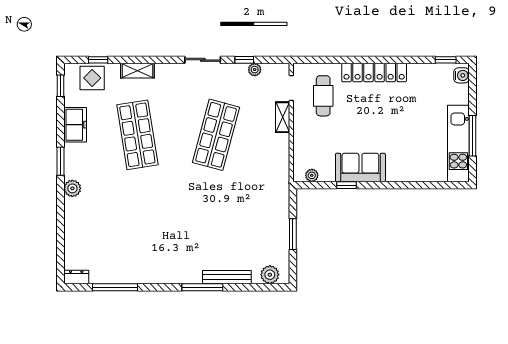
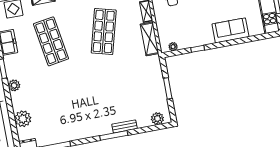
shelving: (280, 158) -> (150, 39), added
sofa: (360, 167) -> (230, 30), moved
plant: (76, 239) -> (23, 119), added
bench: (227, 277) -> (125, 126), width x0.73

